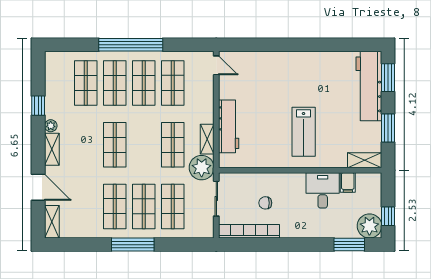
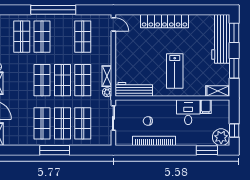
locker: (289, 61) -> (164, 21), added
shop shelf: (144, 83) -> (62, 80), moved
workbench: (229, 126) -> (134, 89), moved, turned -90
plant: (202, 168) -> (107, 92), width x0.53, depth x0.53
bookcase: (249, 231) -> (154, 141), moved

